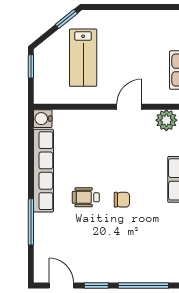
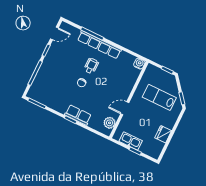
fridge: (142, 21) -> (163, 134), added
door: (129, 107) -> (125, 108), swing flipped
row of seats: (43, 171) -> (99, 45), moved

